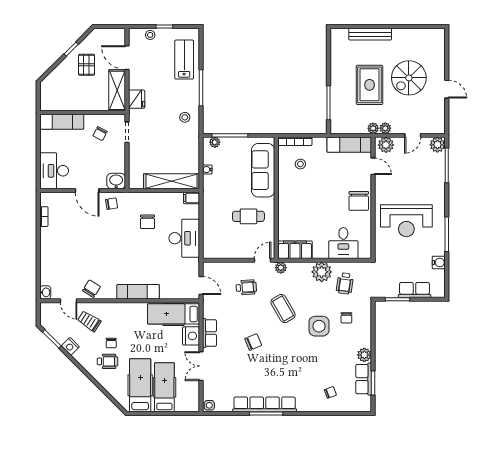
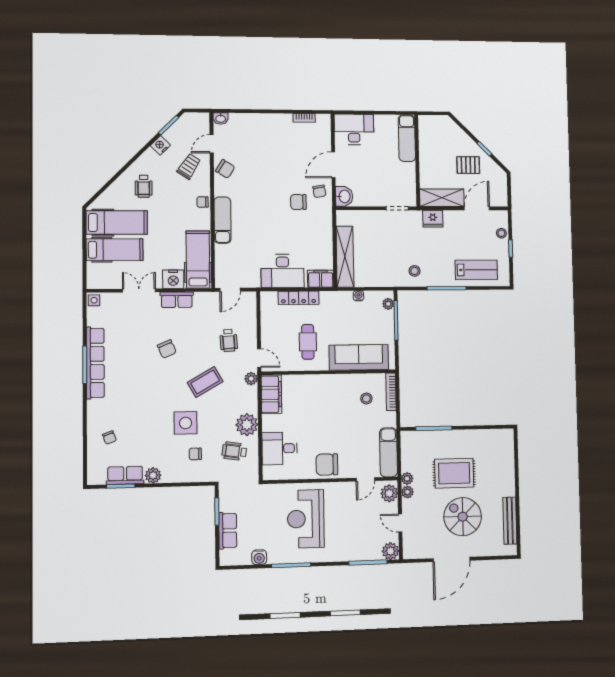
bench: (370, 34) -> (510, 521), moved
door: (447, 89) -> (452, 559), width x1.87
chair: (100, 134) -> (395, 179), removed
filing cabinet: (191, 198) -> (321, 279), width x2.00
chair: (147, 222) -> (298, 202), moved
locker: (209, 224) -> (299, 298), added
chair: (111, 343) -> (203, 202), moved

